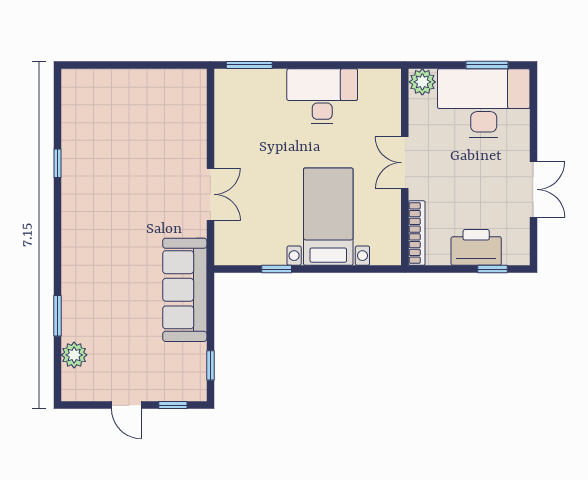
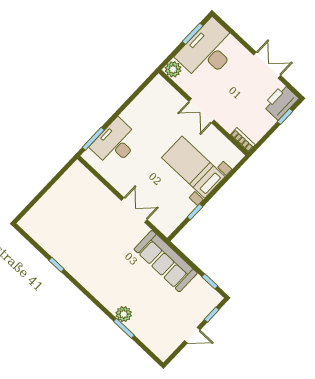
desk: (322, 96) -> (115, 143), moved
bookcase: (417, 233) -> (243, 140), width x0.64
printer: (476, 247) -> (281, 102), moved
plant: (74, 355) -> (124, 314), moved

